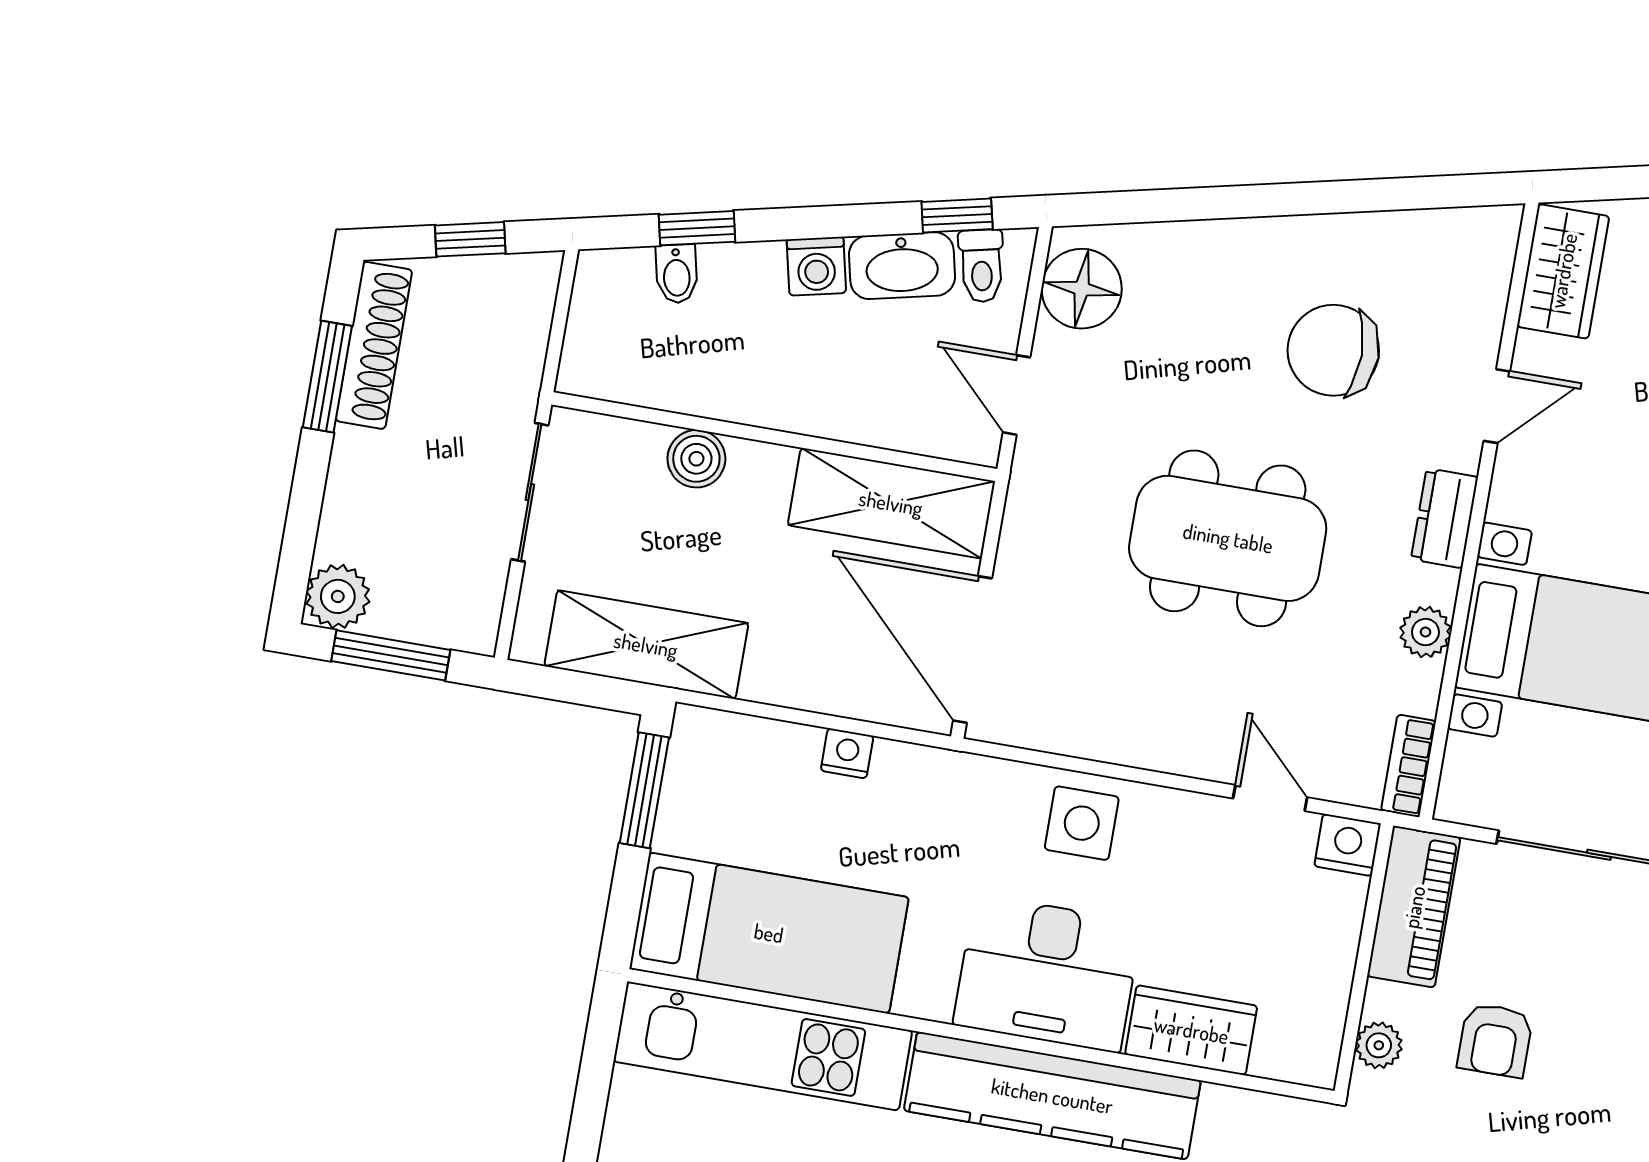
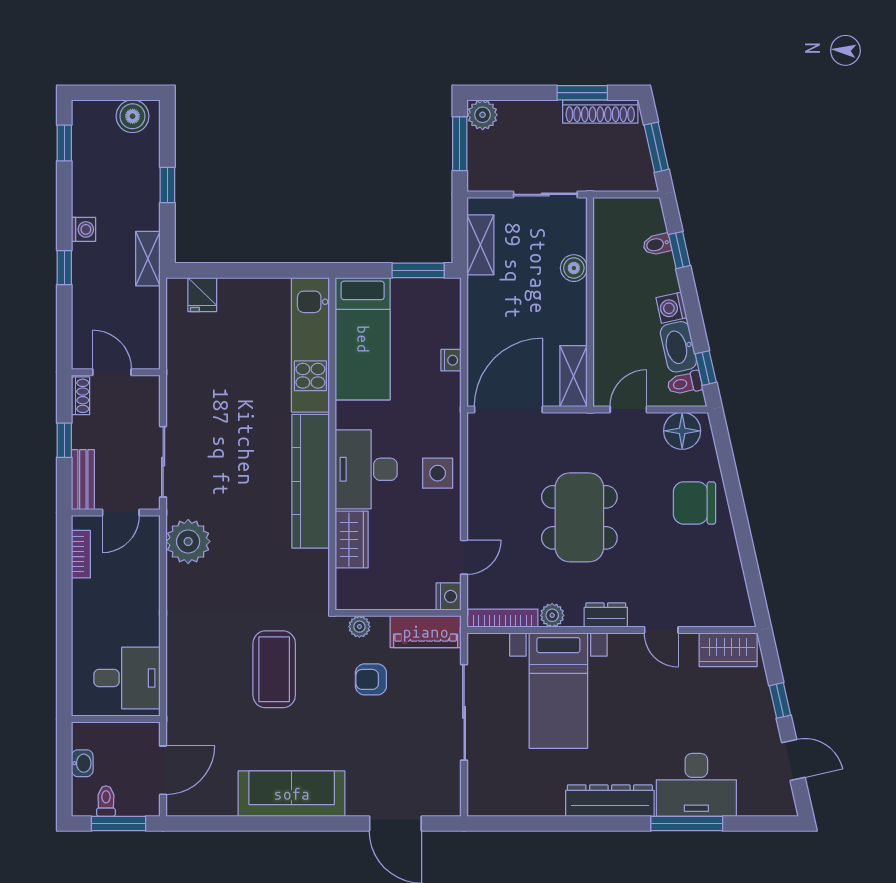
window: (470, 239) -> (656, 147), width x1.50
chair: (1333, 350) -> (694, 503), moved, turned -90
shelving: (891, 503) -> (574, 376), width x0.67, depth x0.75
shelving: (646, 645) -> (480, 245), width x0.67, depth x0.75
bookcase: (1409, 766) -> (502, 618), width x1.56

